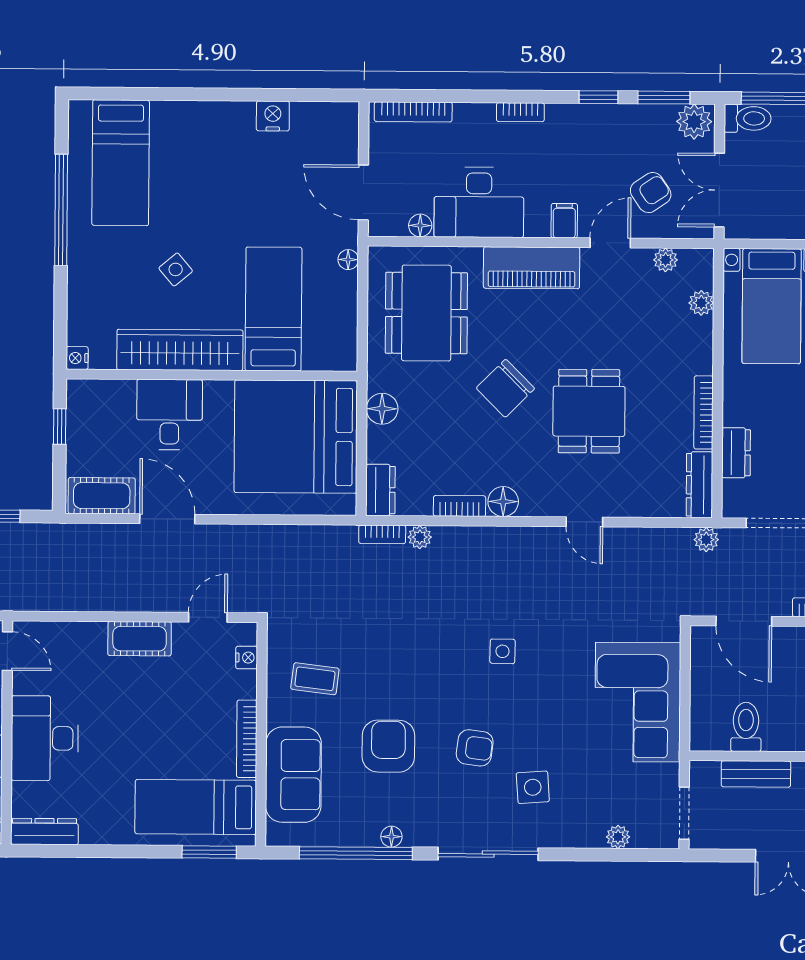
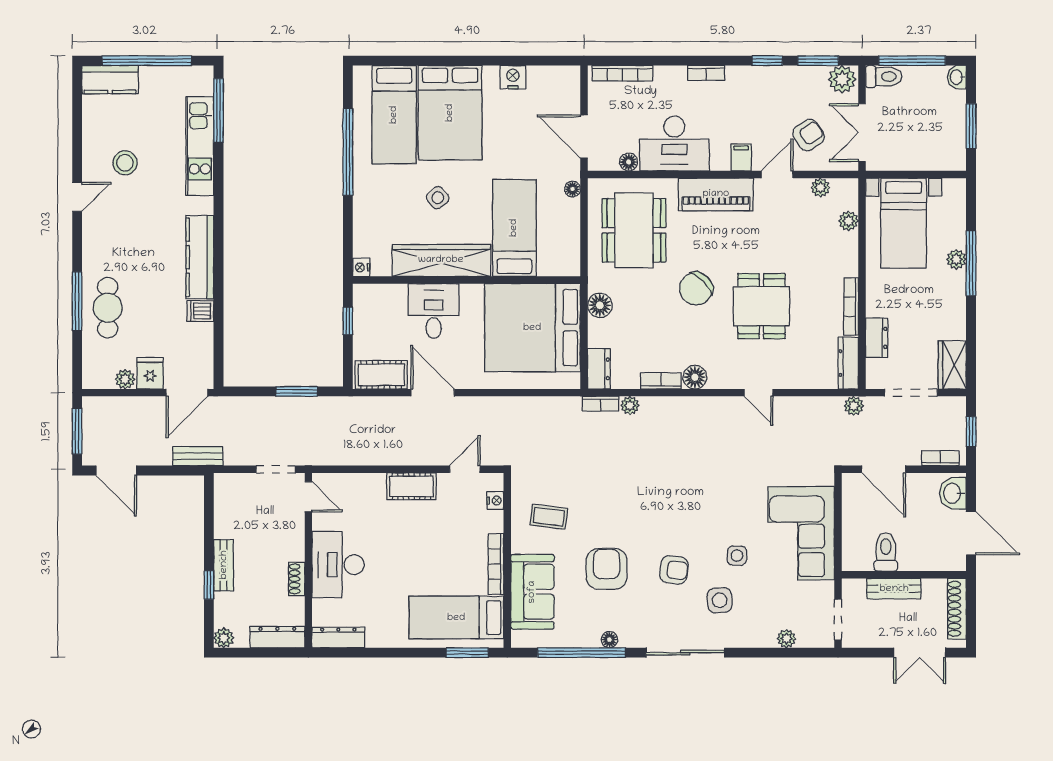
bed: (192, 161) -> (450, 113), added
side table: (503, 651) -> (737, 556), moved

